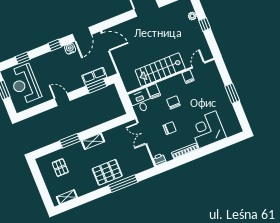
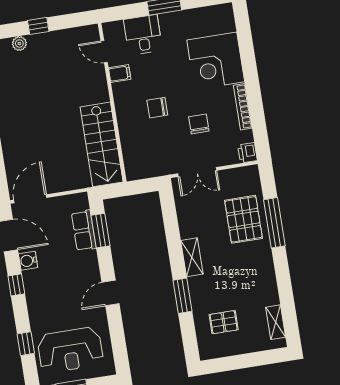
stairs: (160, 70) -> (102, 144), moved
filing cabinet: (154, 91) -> (131, 137), removed
desk: (141, 101) -> (143, 35), moved, turned 90
pallet: (107, 172) -> (244, 219), moved

